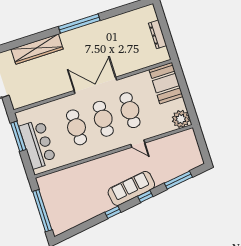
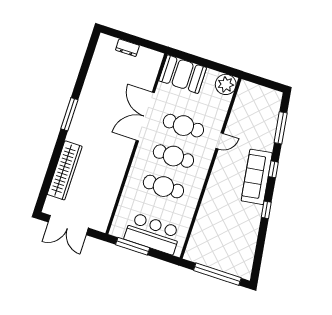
window: (79, 24) -> (69, 114), width x0.68
dresser: (158, 34) -> (127, 48), width x0.70
double door: (95, 85) -> (145, 117), moved

